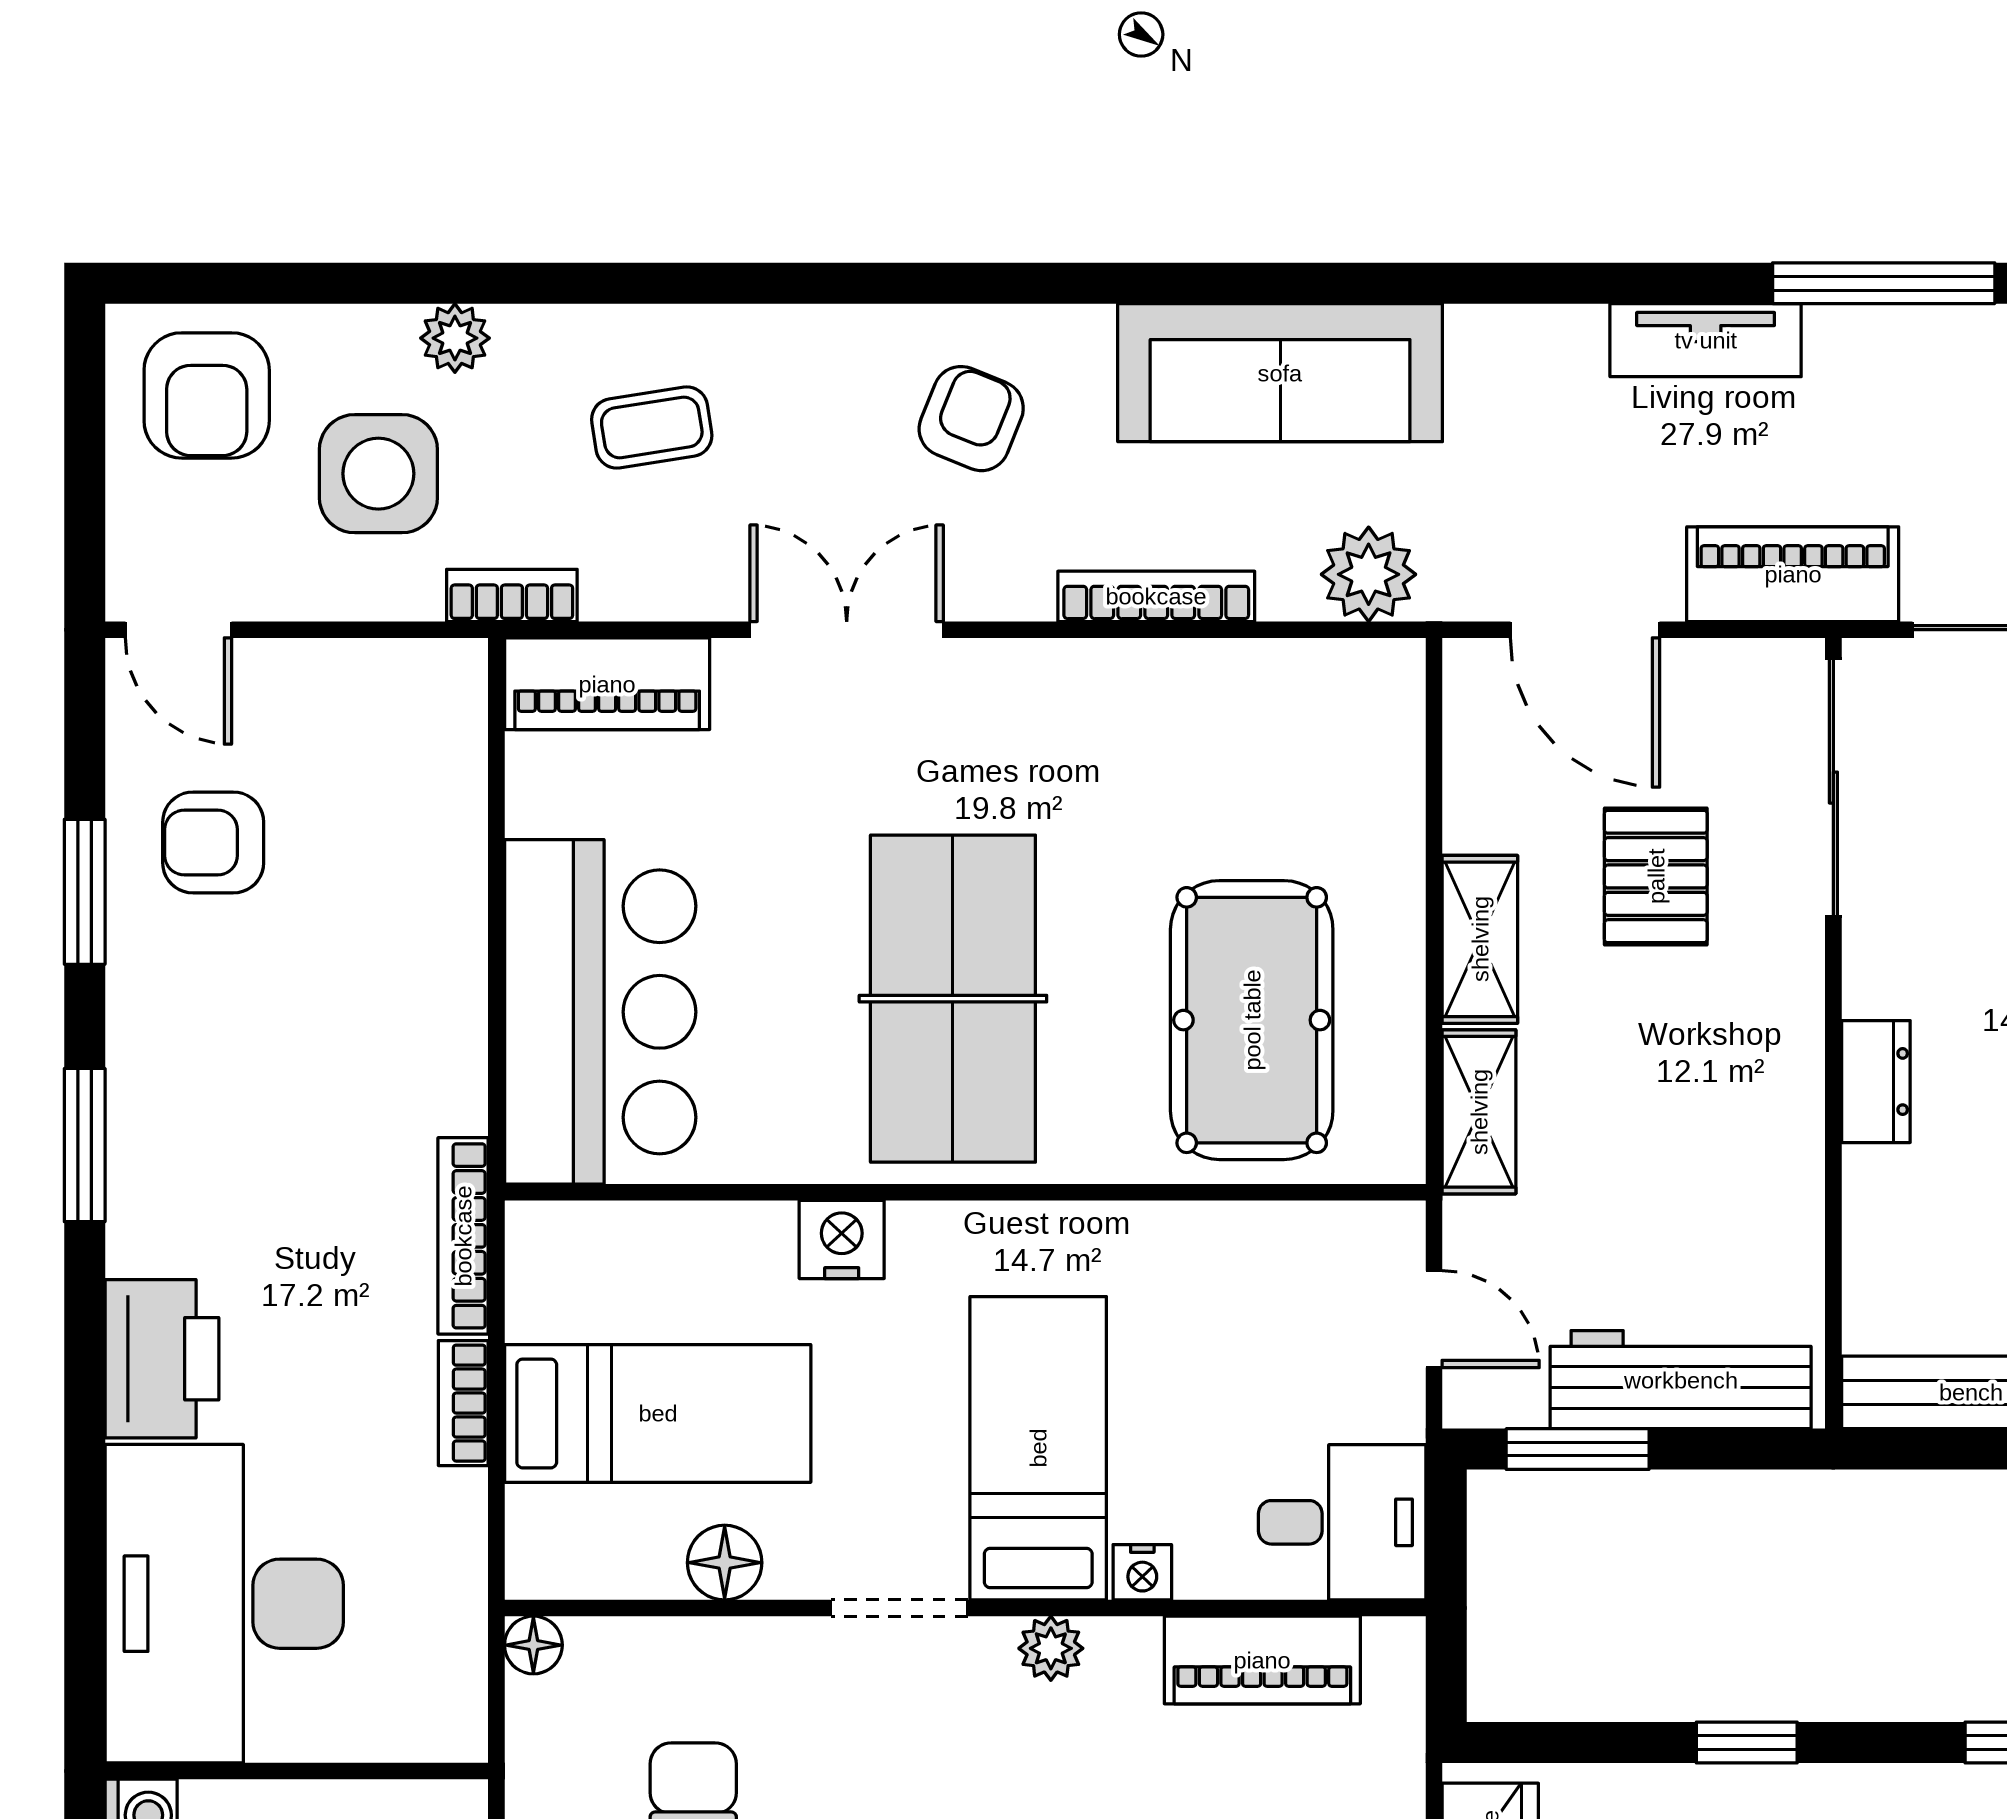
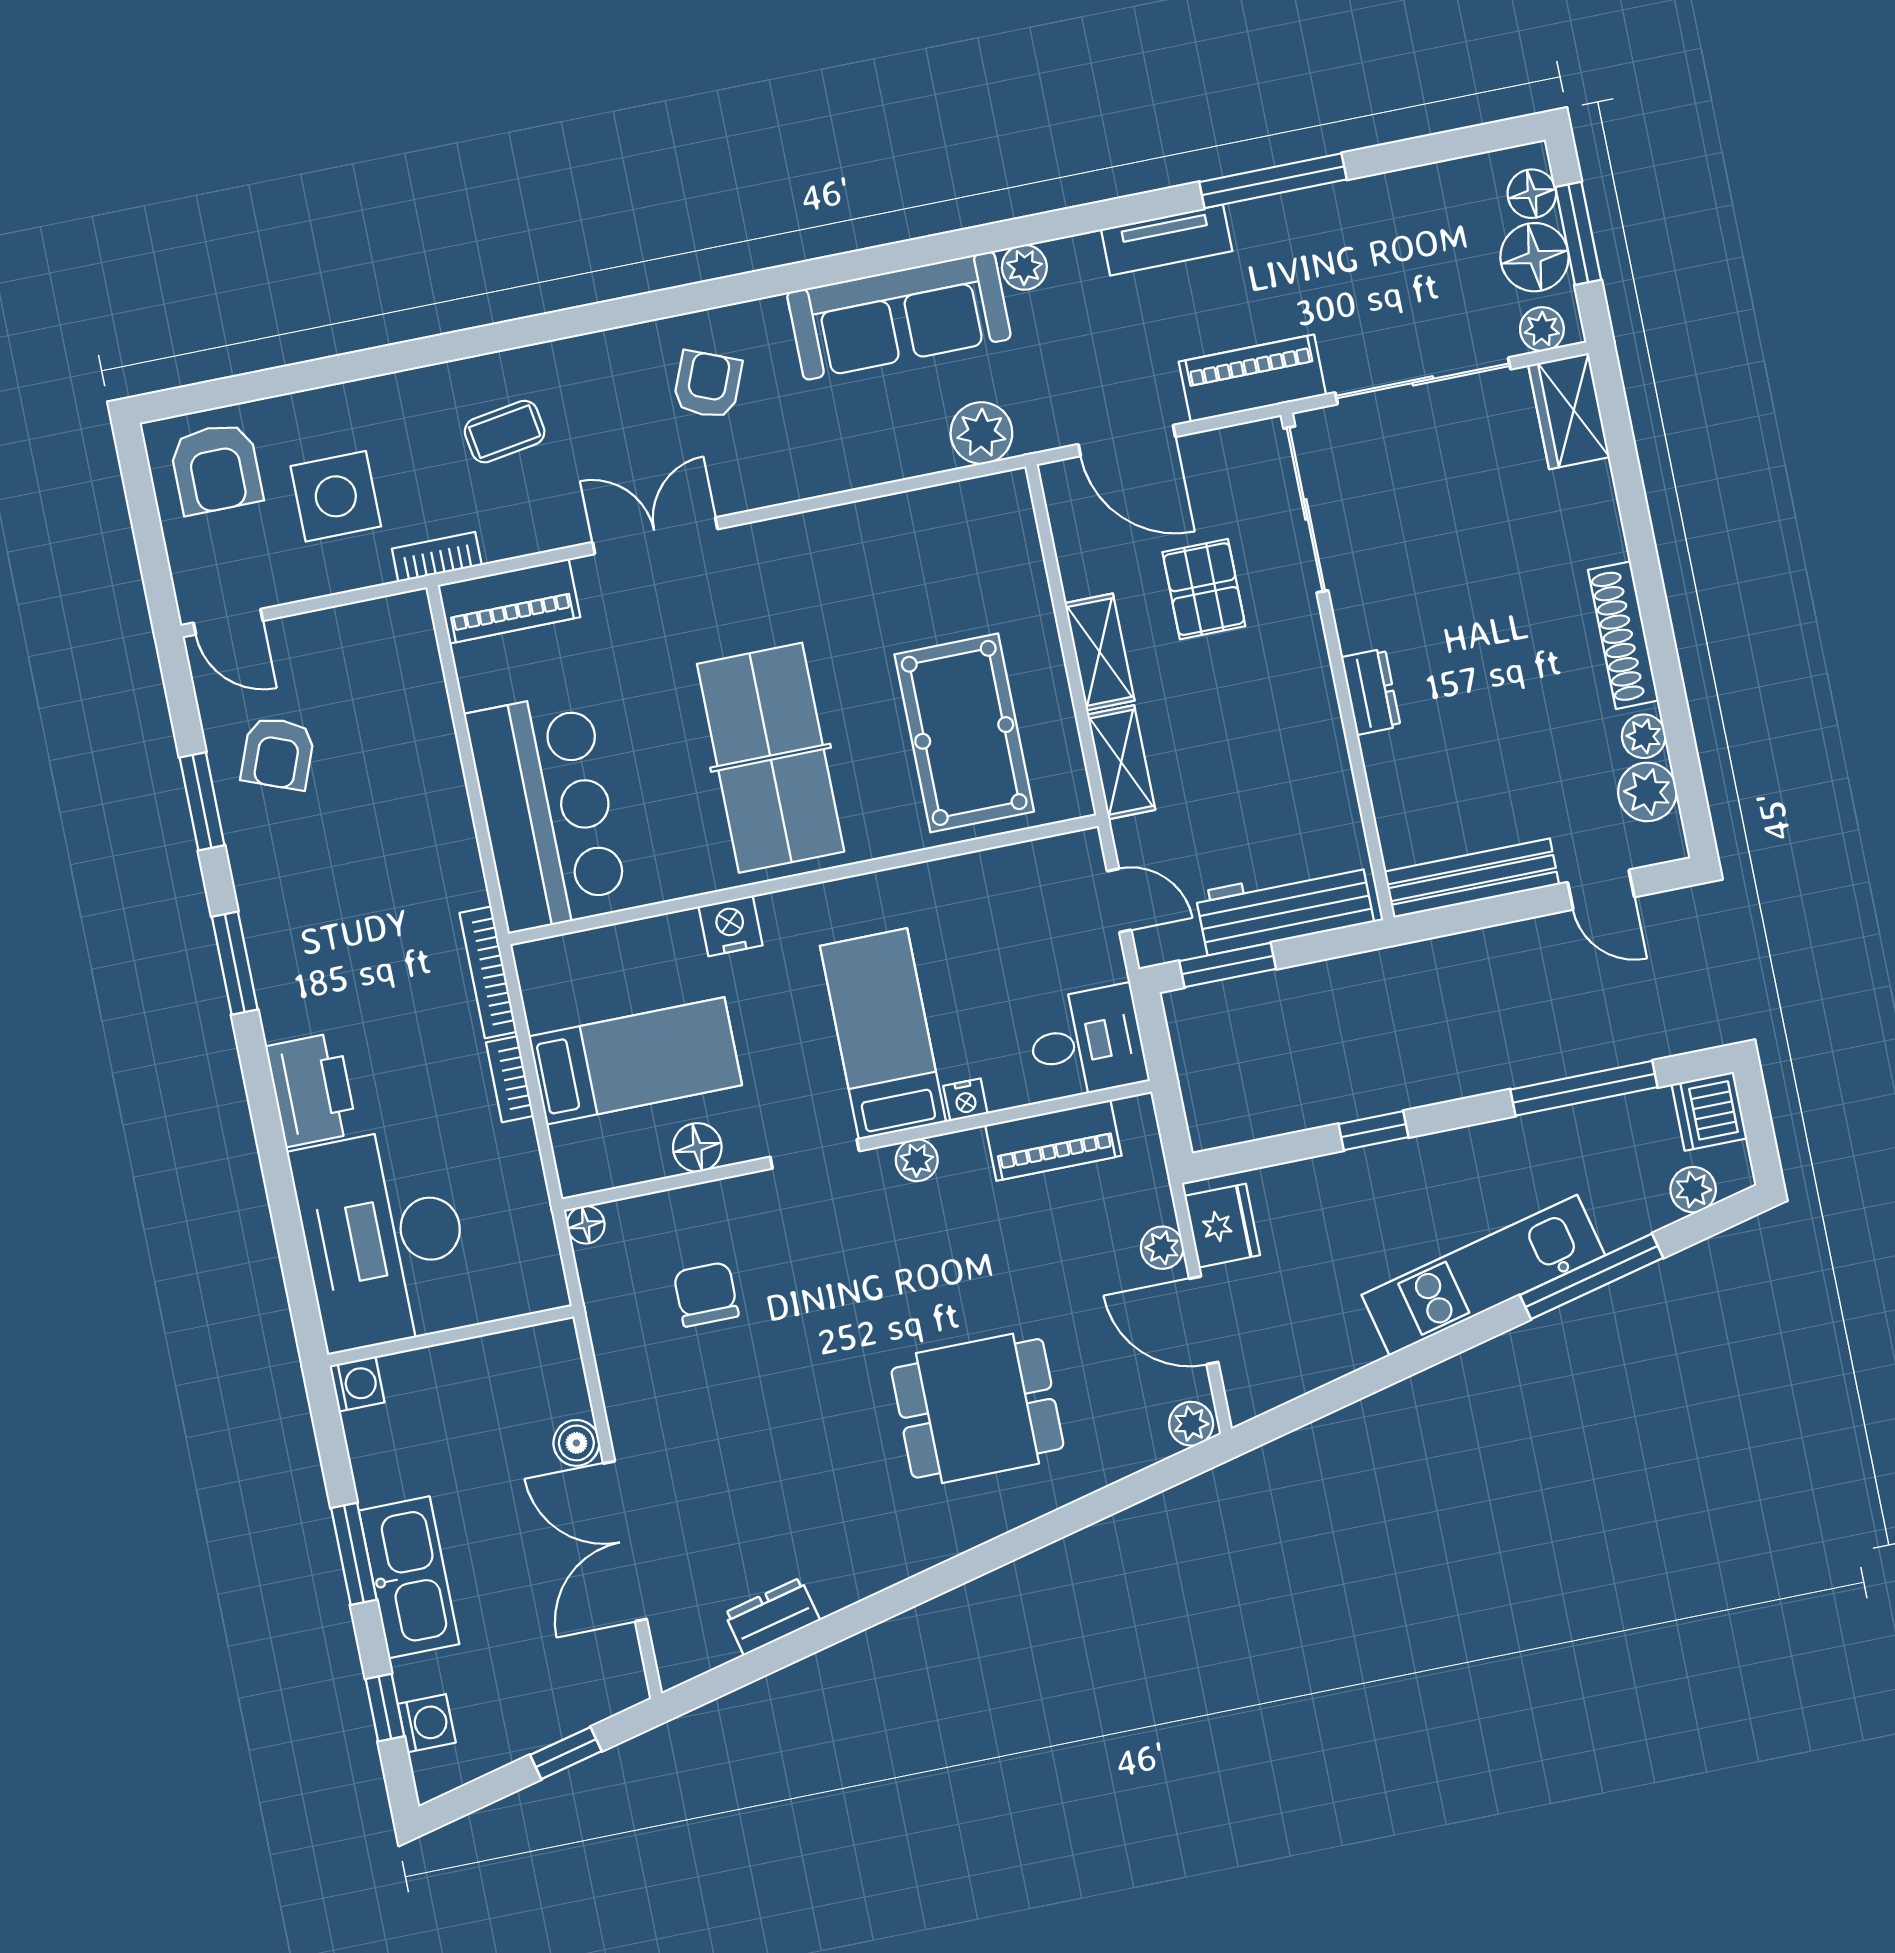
plant: (455, 338) -> (1024, 267), moved
bookcase: (1156, 596) -> (849, 475), removed
armchair: (213, 842) -> (278, 753), turned -69

